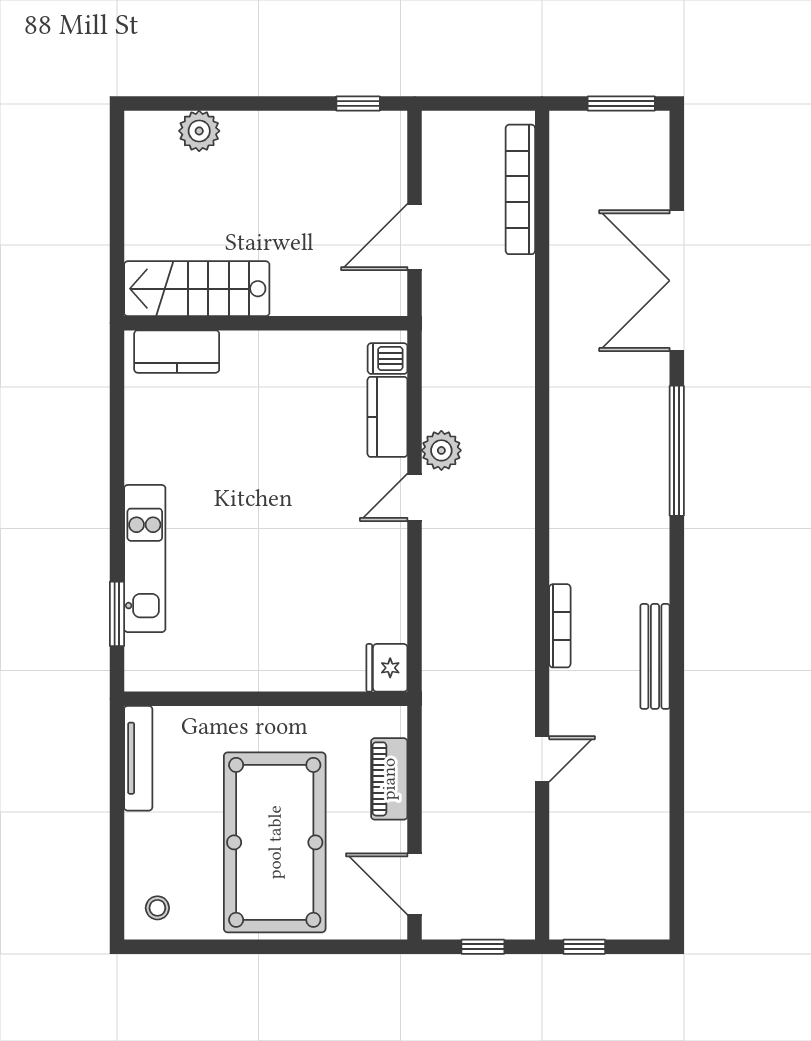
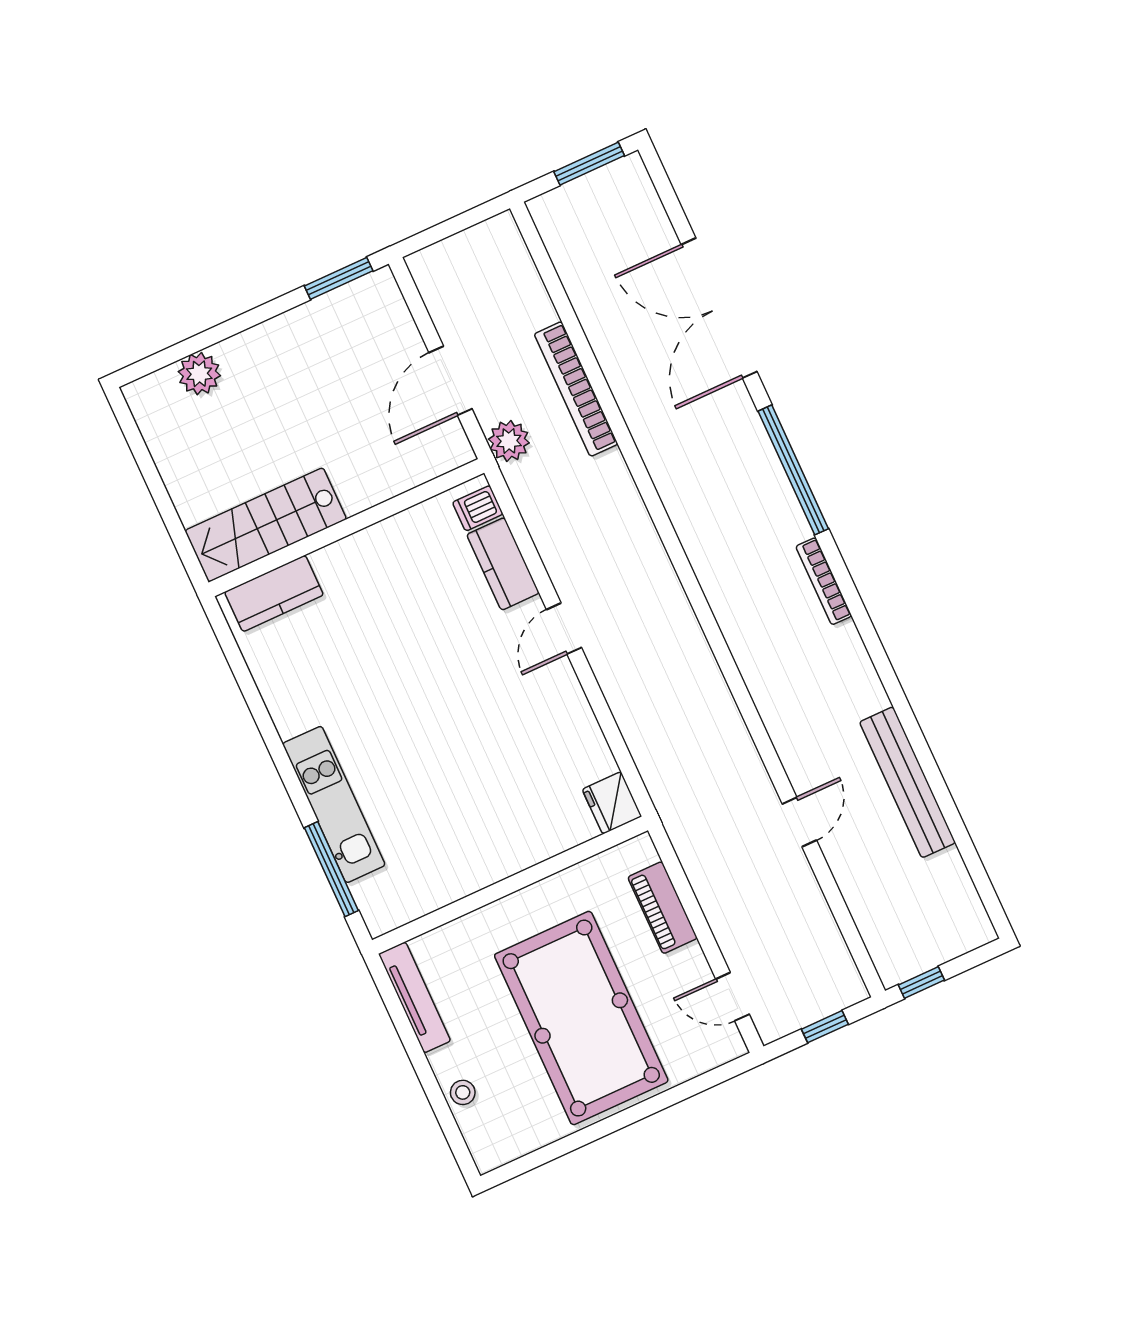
window: (358, 104) -> (339, 278), width x1.50
bookcase: (520, 189) -> (576, 389), moved
plant: (441, 450) -> (509, 441), moved
window: (117, 614) -> (331, 869), width x1.44
bookcase: (560, 626) -> (824, 581), moved, turned 180
bench: (655, 656) -> (908, 782), moved, width x1.37, depth x1.21
door: (415, 884) -> (732, 997), width x0.73
stool: (157, 908) -> (463, 1092), moved

